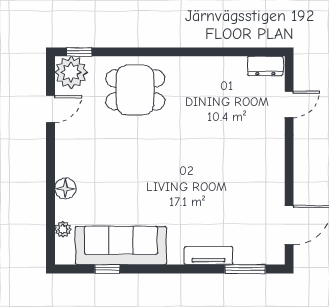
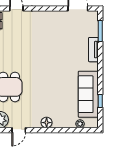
door: (50, 109) -> (19, 130), swing flipped
floor lamp: (65, 189) -> (47, 123), moved

